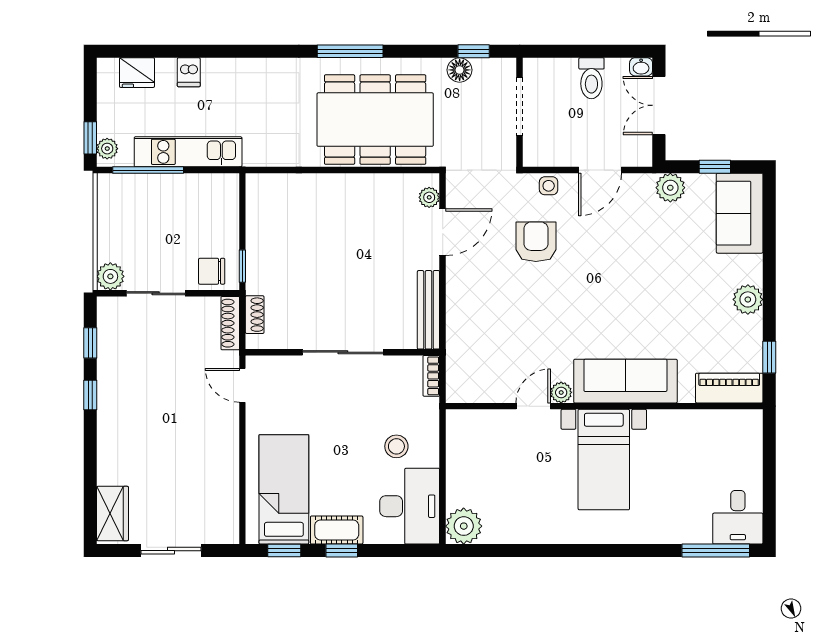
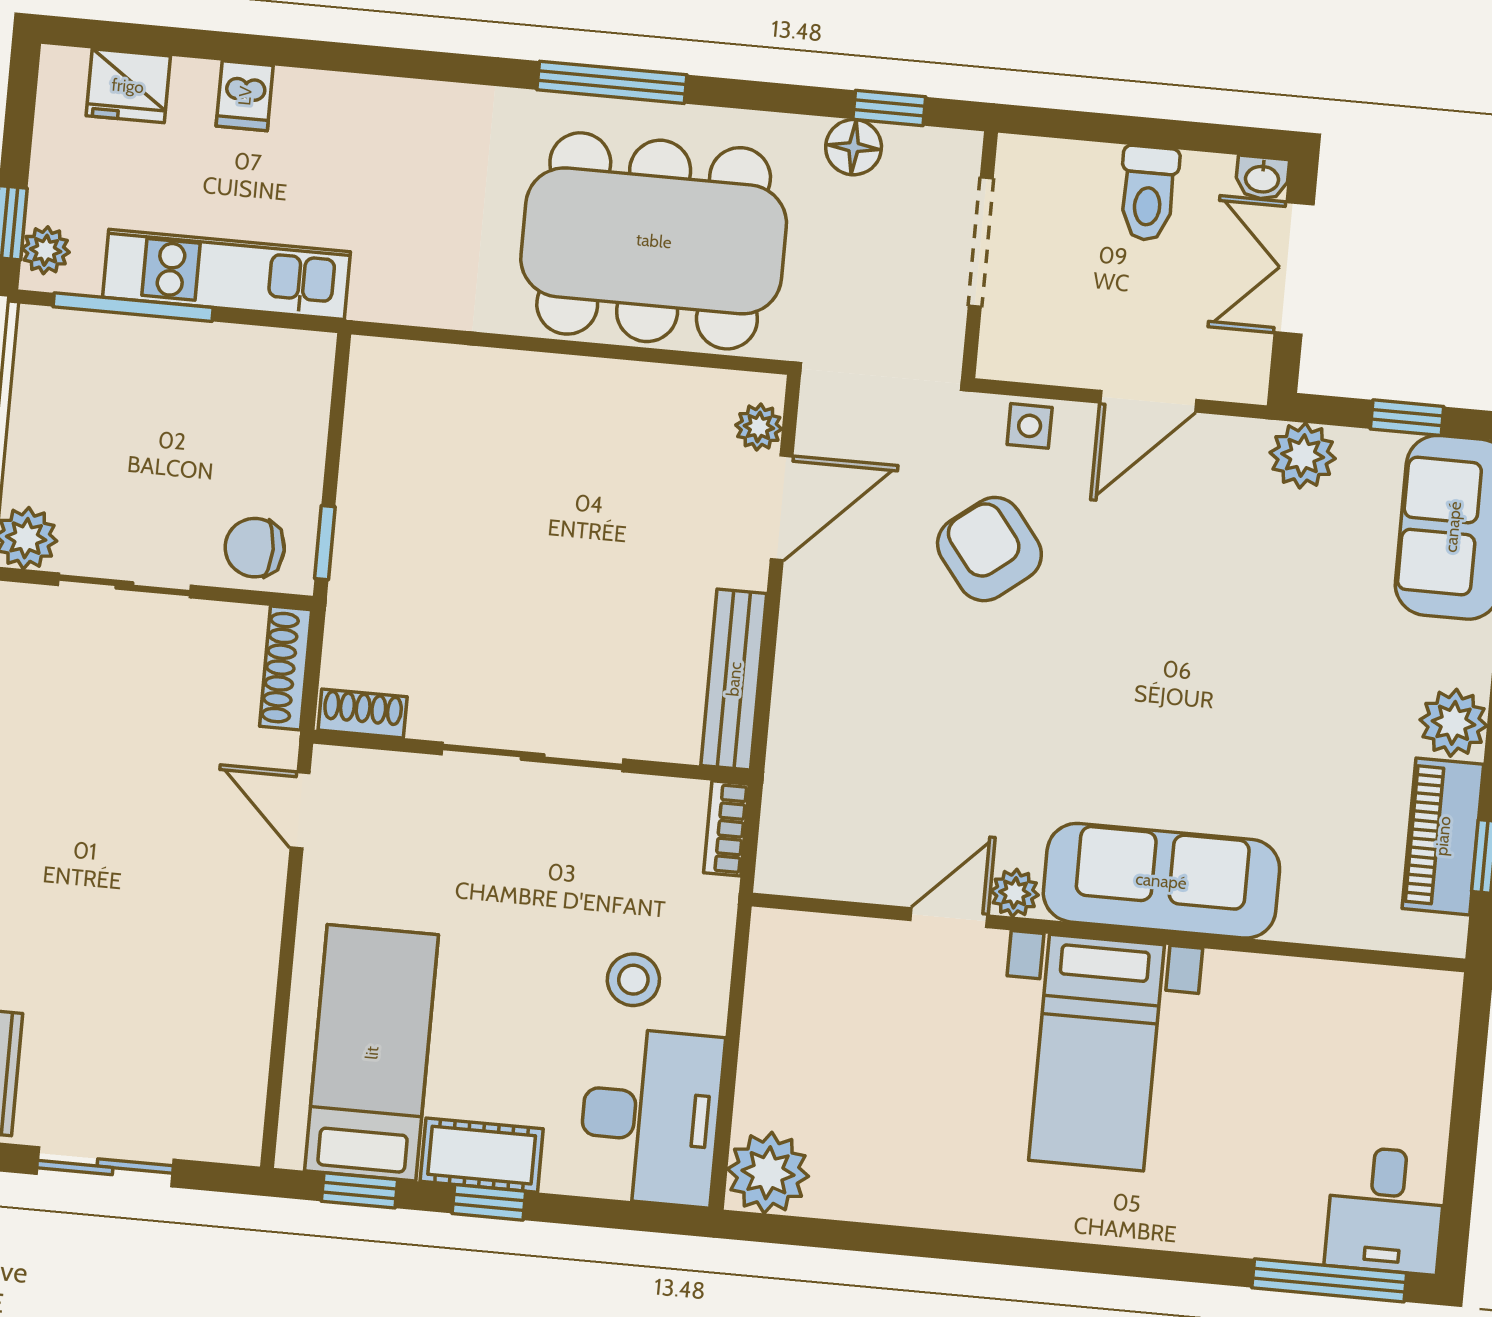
armchair: (536, 242) -> (989, 549), turned -38
shoe rack: (255, 315) -> (363, 713), moved, turned -90
piano: (729, 388) -> (1443, 836), moved, turned -90

